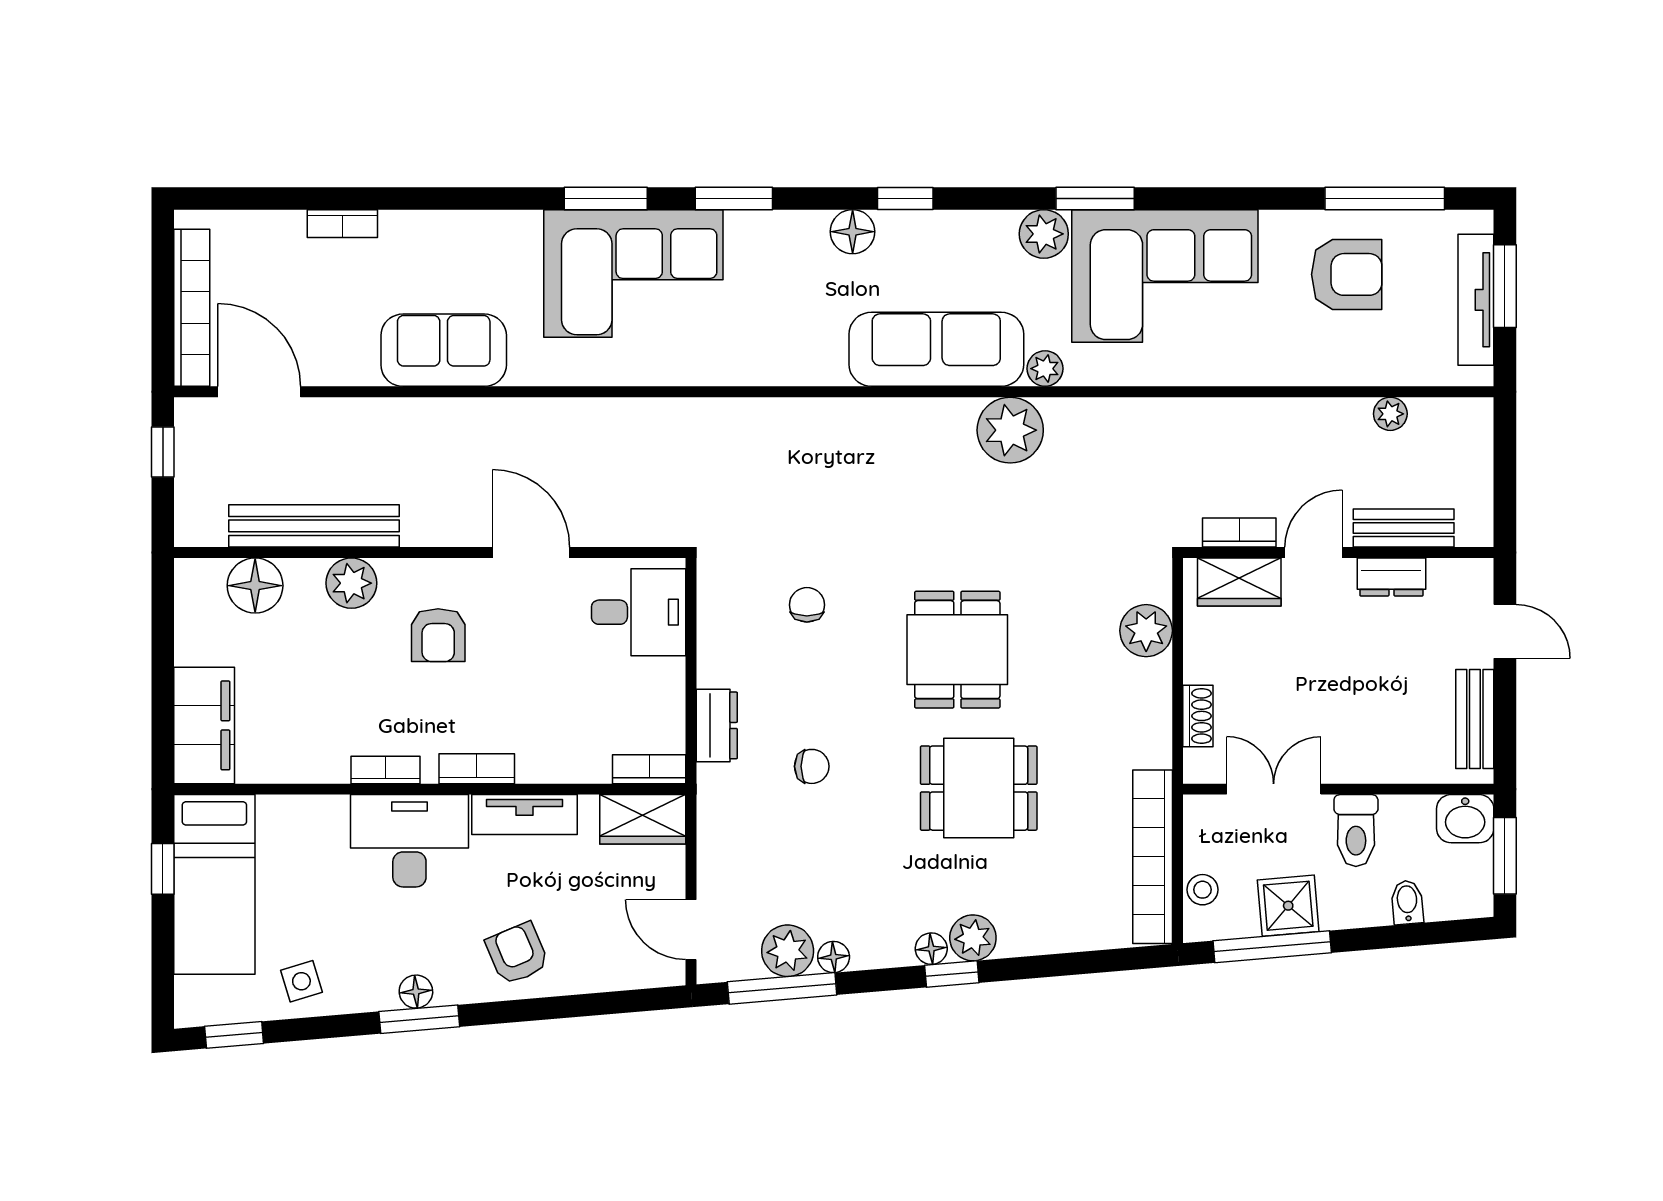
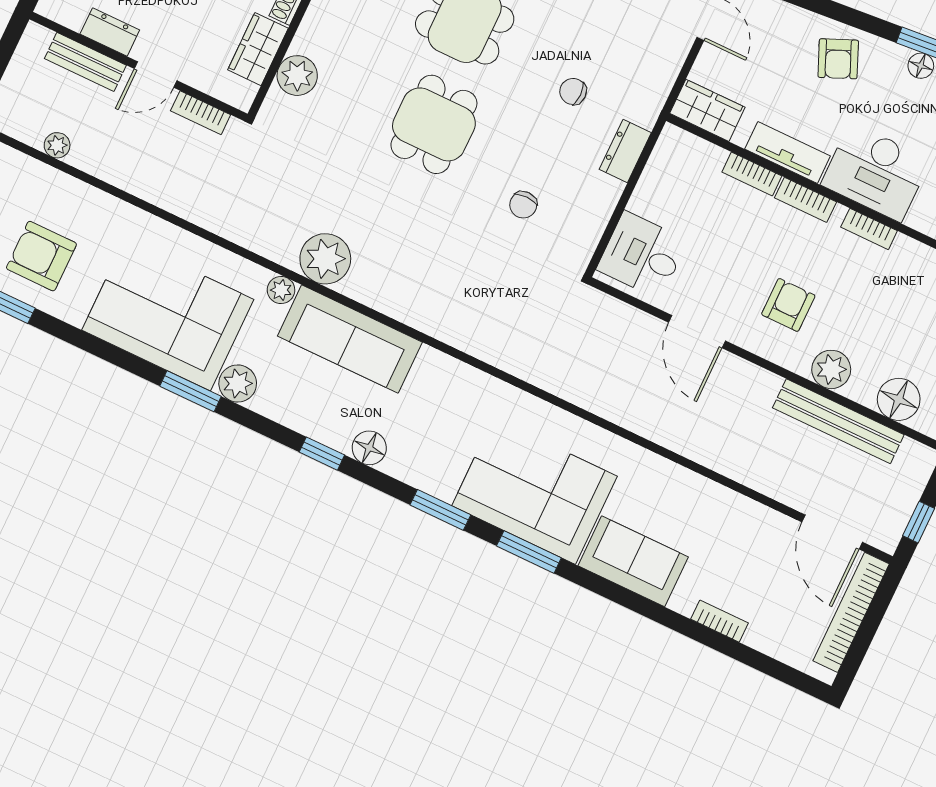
sofa: (444, 350) -> (633, 561), moved, turned 180
wardrobe: (1239, 582) -> (258, 49), moved, turned -90
bookcase: (649, 769) -> (752, 174), moved

